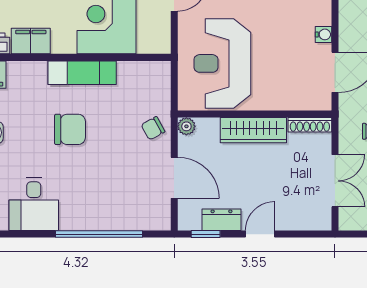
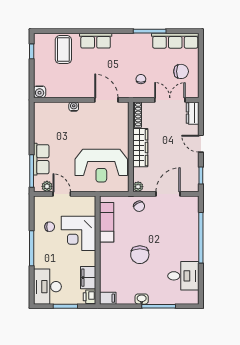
water cooler: (324, 34) -> (74, 107), moved
exam couch: (82, 73) -> (107, 222), moved
chair: (70, 129) -> (140, 255), turned 180
dresser: (221, 220) -> (193, 113), moved

